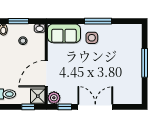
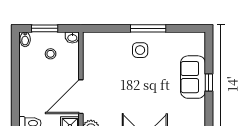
sofa: (64, 33) -> (193, 77), moved, turned 90
window: (145, 63) -> (209, 83), width x0.46

